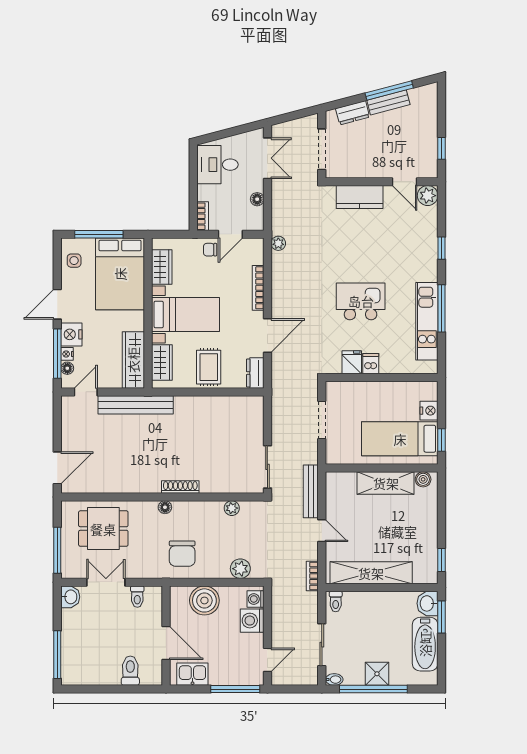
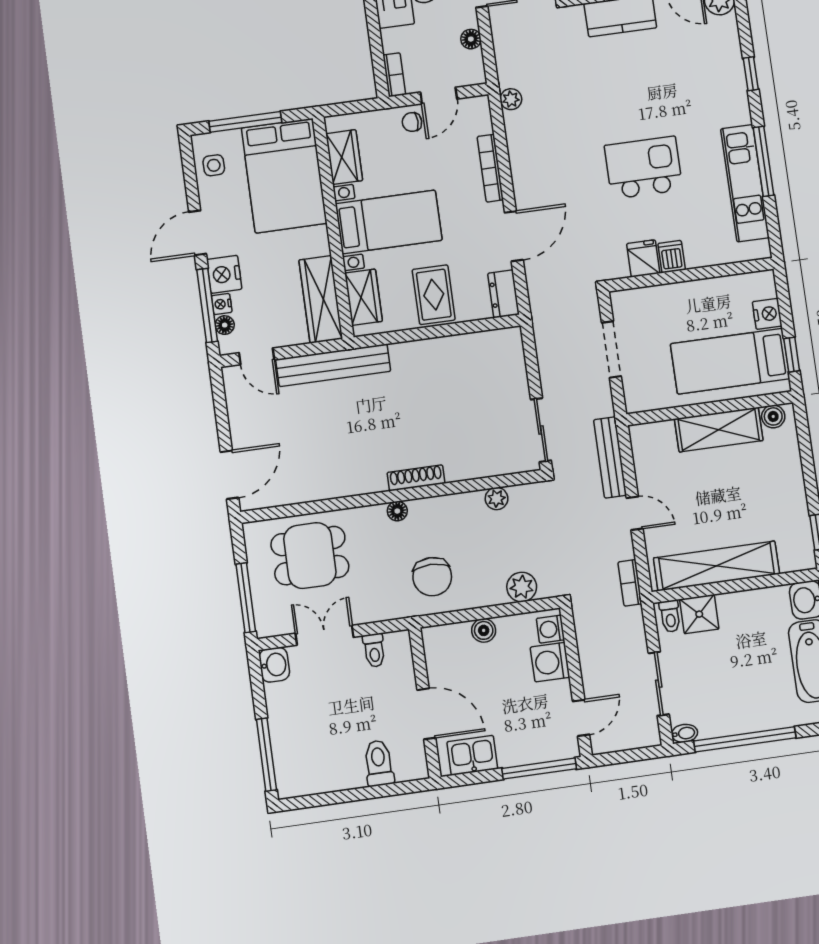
door: (86, 392) -> (257, 356), swing flipped
boiler: (204, 600) -> (484, 630), width x0.54, depth x0.54
shower: (377, 674) -> (699, 614), moved

